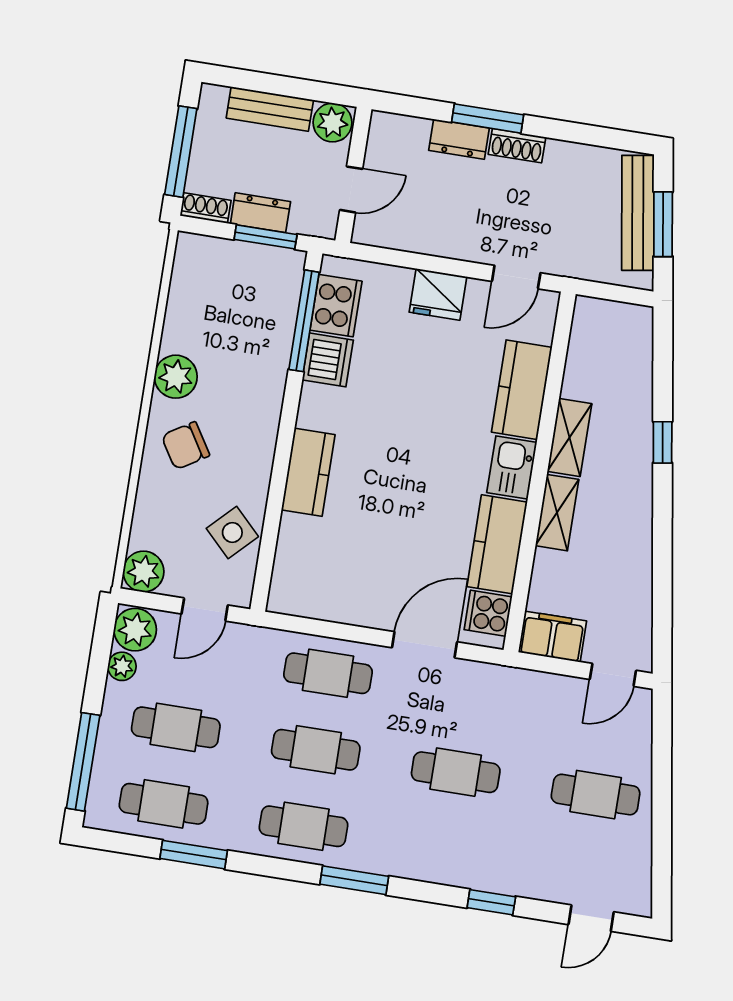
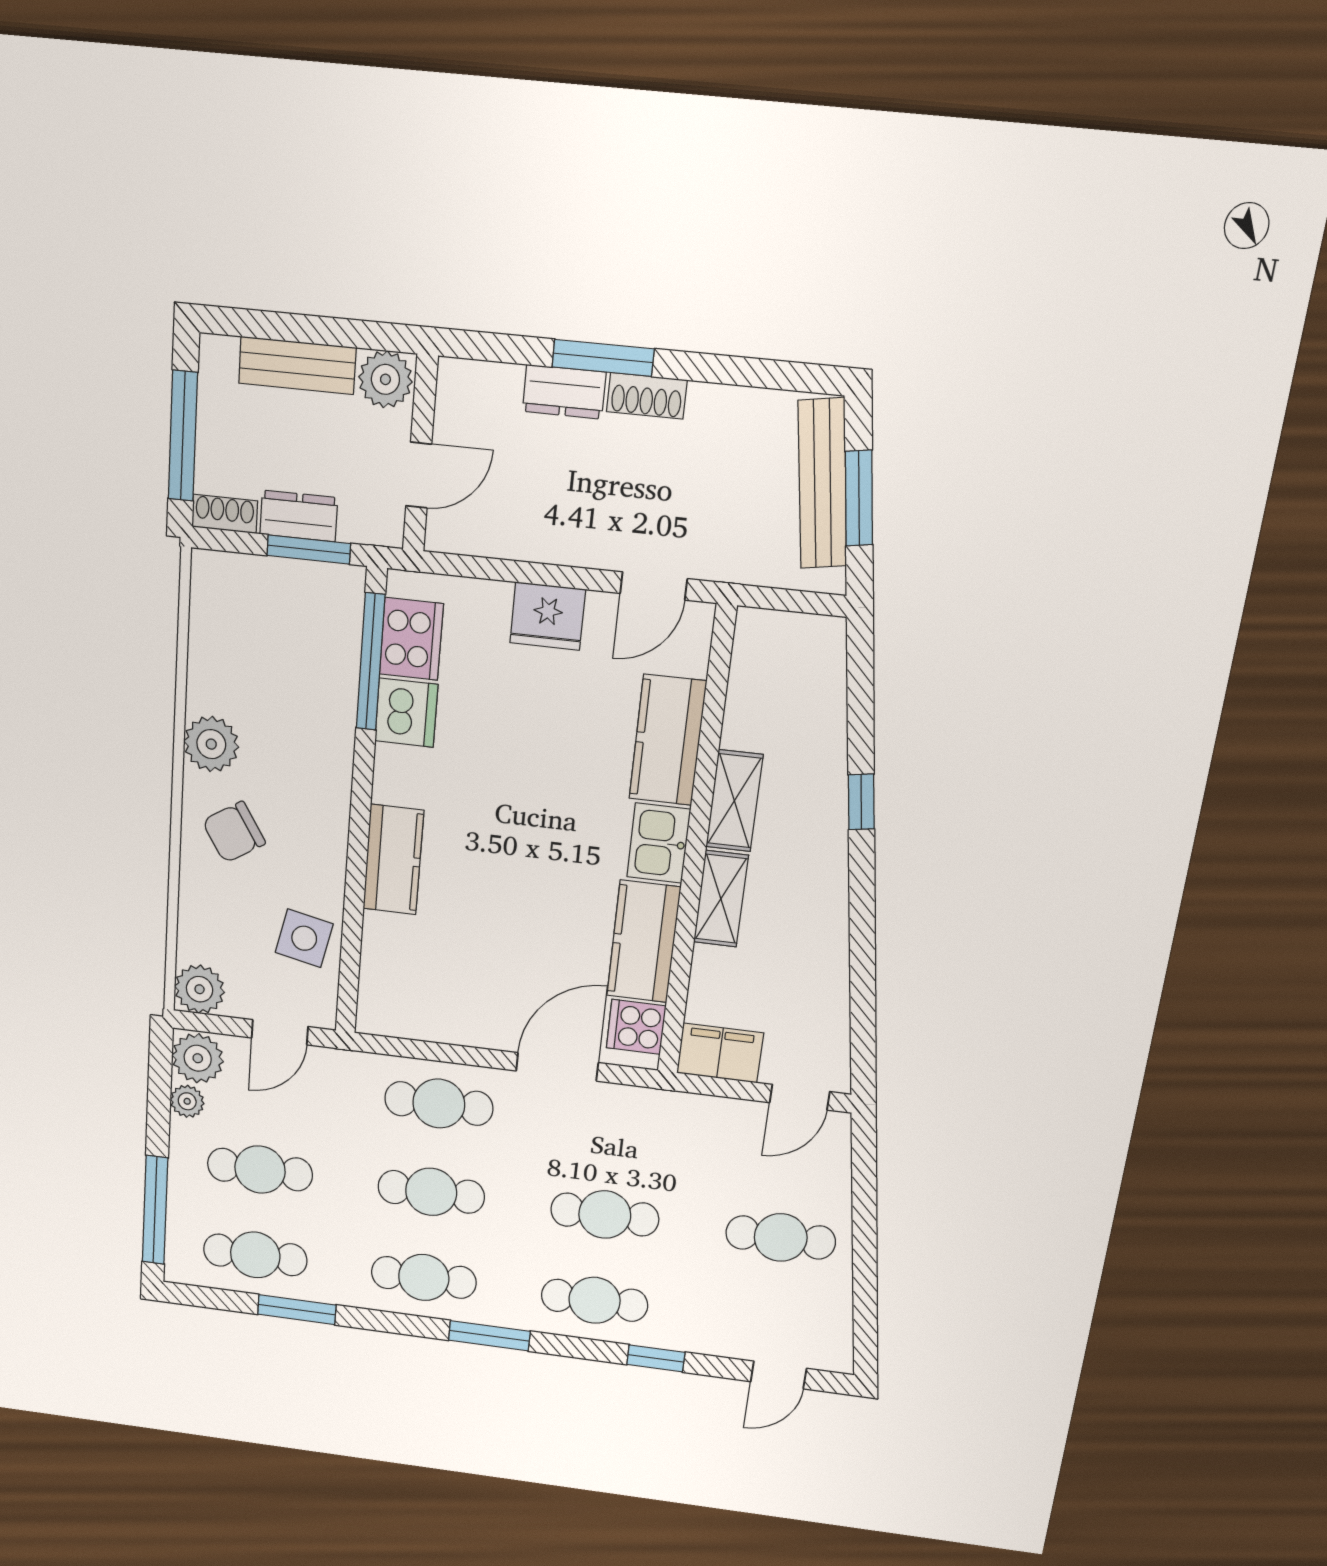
side table: (232, 532) -> (304, 938), turned -33
cafe table: (443, 849) -> (595, 1300), added

